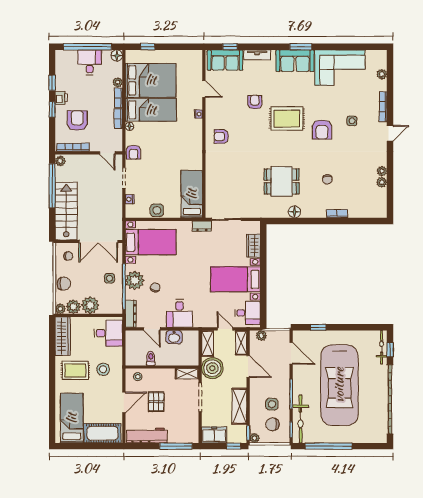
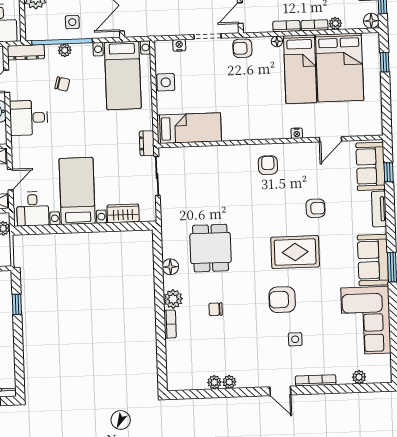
rug: (287, 119) -> (295, 252), turned 90
plant: (319, 211) -> (173, 299), added
plant: (135, 280) -> (65, 50), width x0.53, depth x0.53

